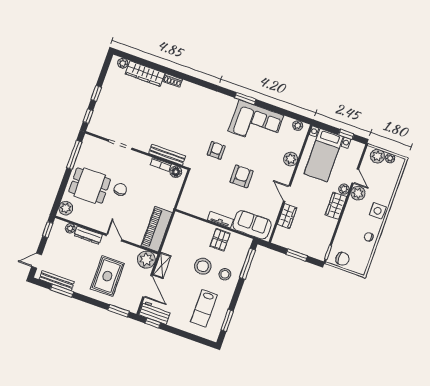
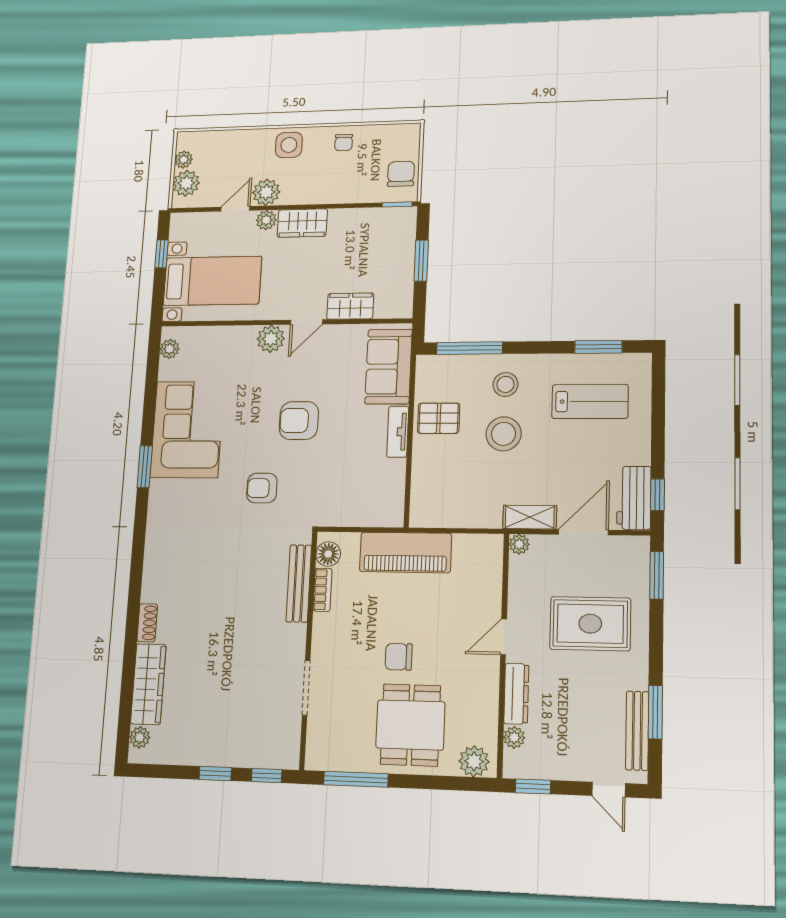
plant: (291, 159) -> (271, 339), moved
piano: (157, 229) -> (405, 552), moved
plant: (146, 260) -> (519, 544), width x0.53, depth x0.53

